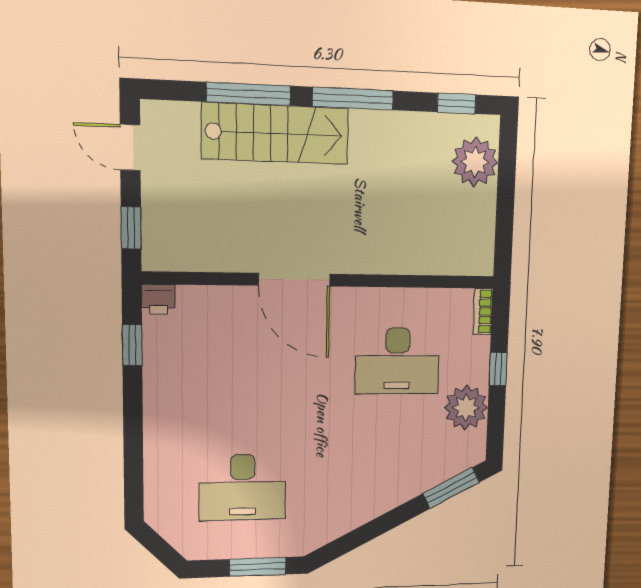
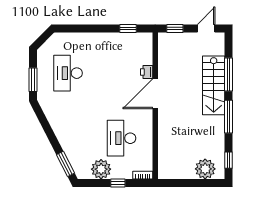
printer: (158, 299) -> (147, 72), moved

